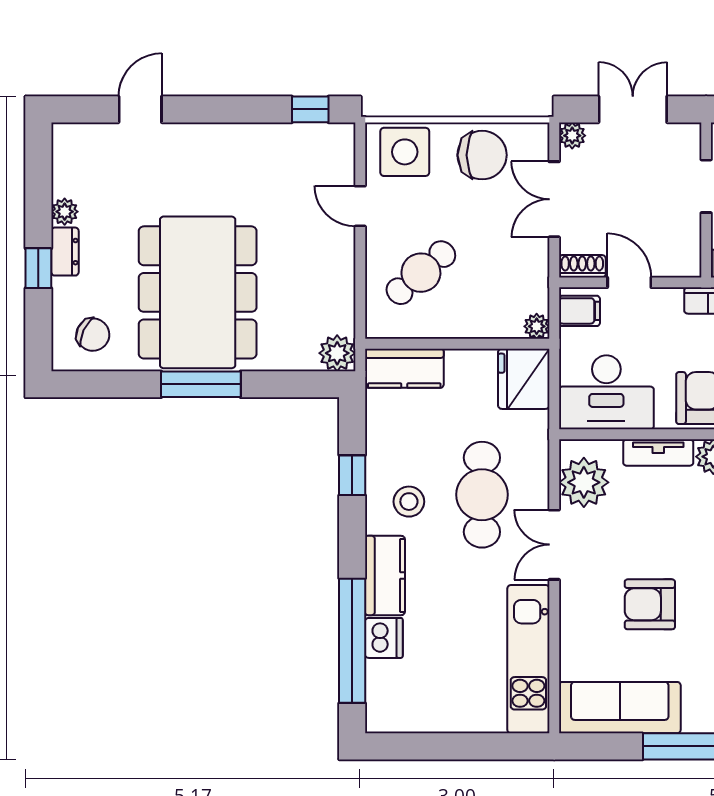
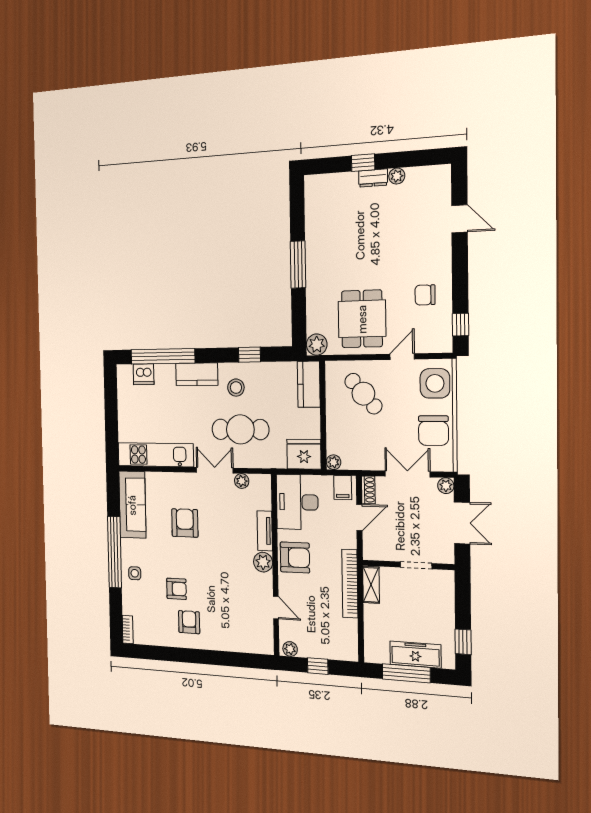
dining table: (198, 292) -> (362, 319), moved, width x0.53, depth x0.80
chair: (93, 335) -> (425, 295), moved, turned 65
plant: (584, 482) -> (242, 481), width x0.53, depth x0.53
dishwasher: (384, 638) -> (144, 374), moved

